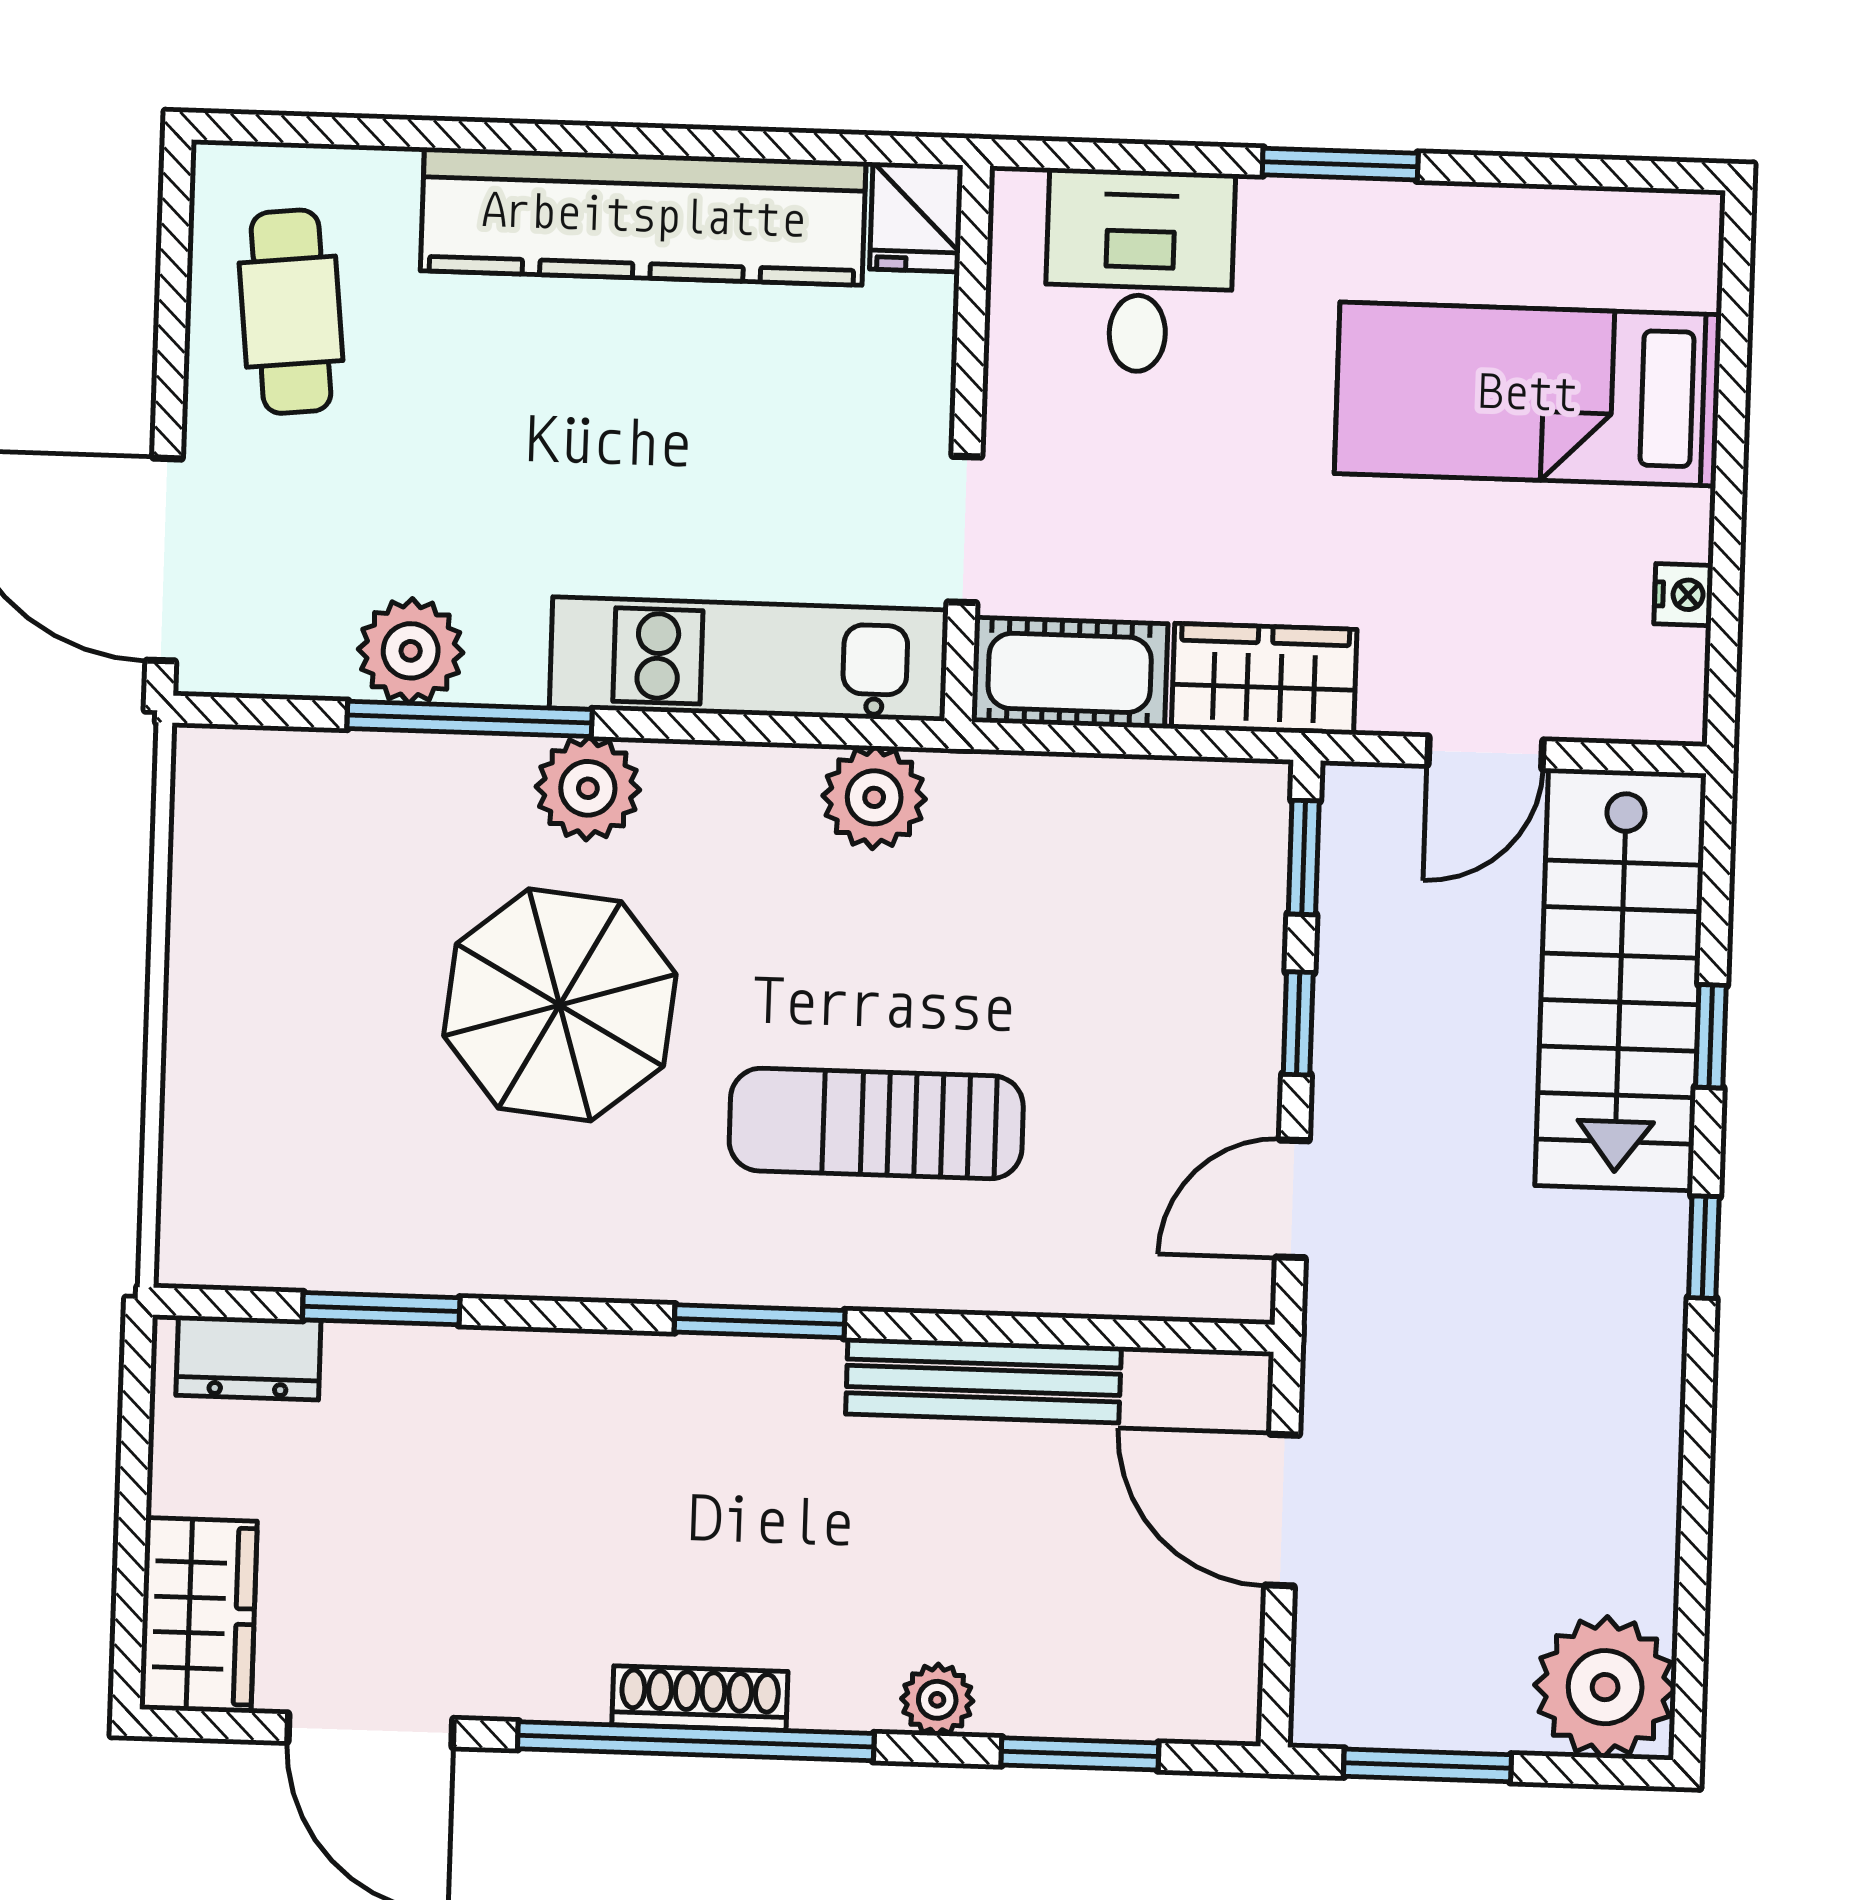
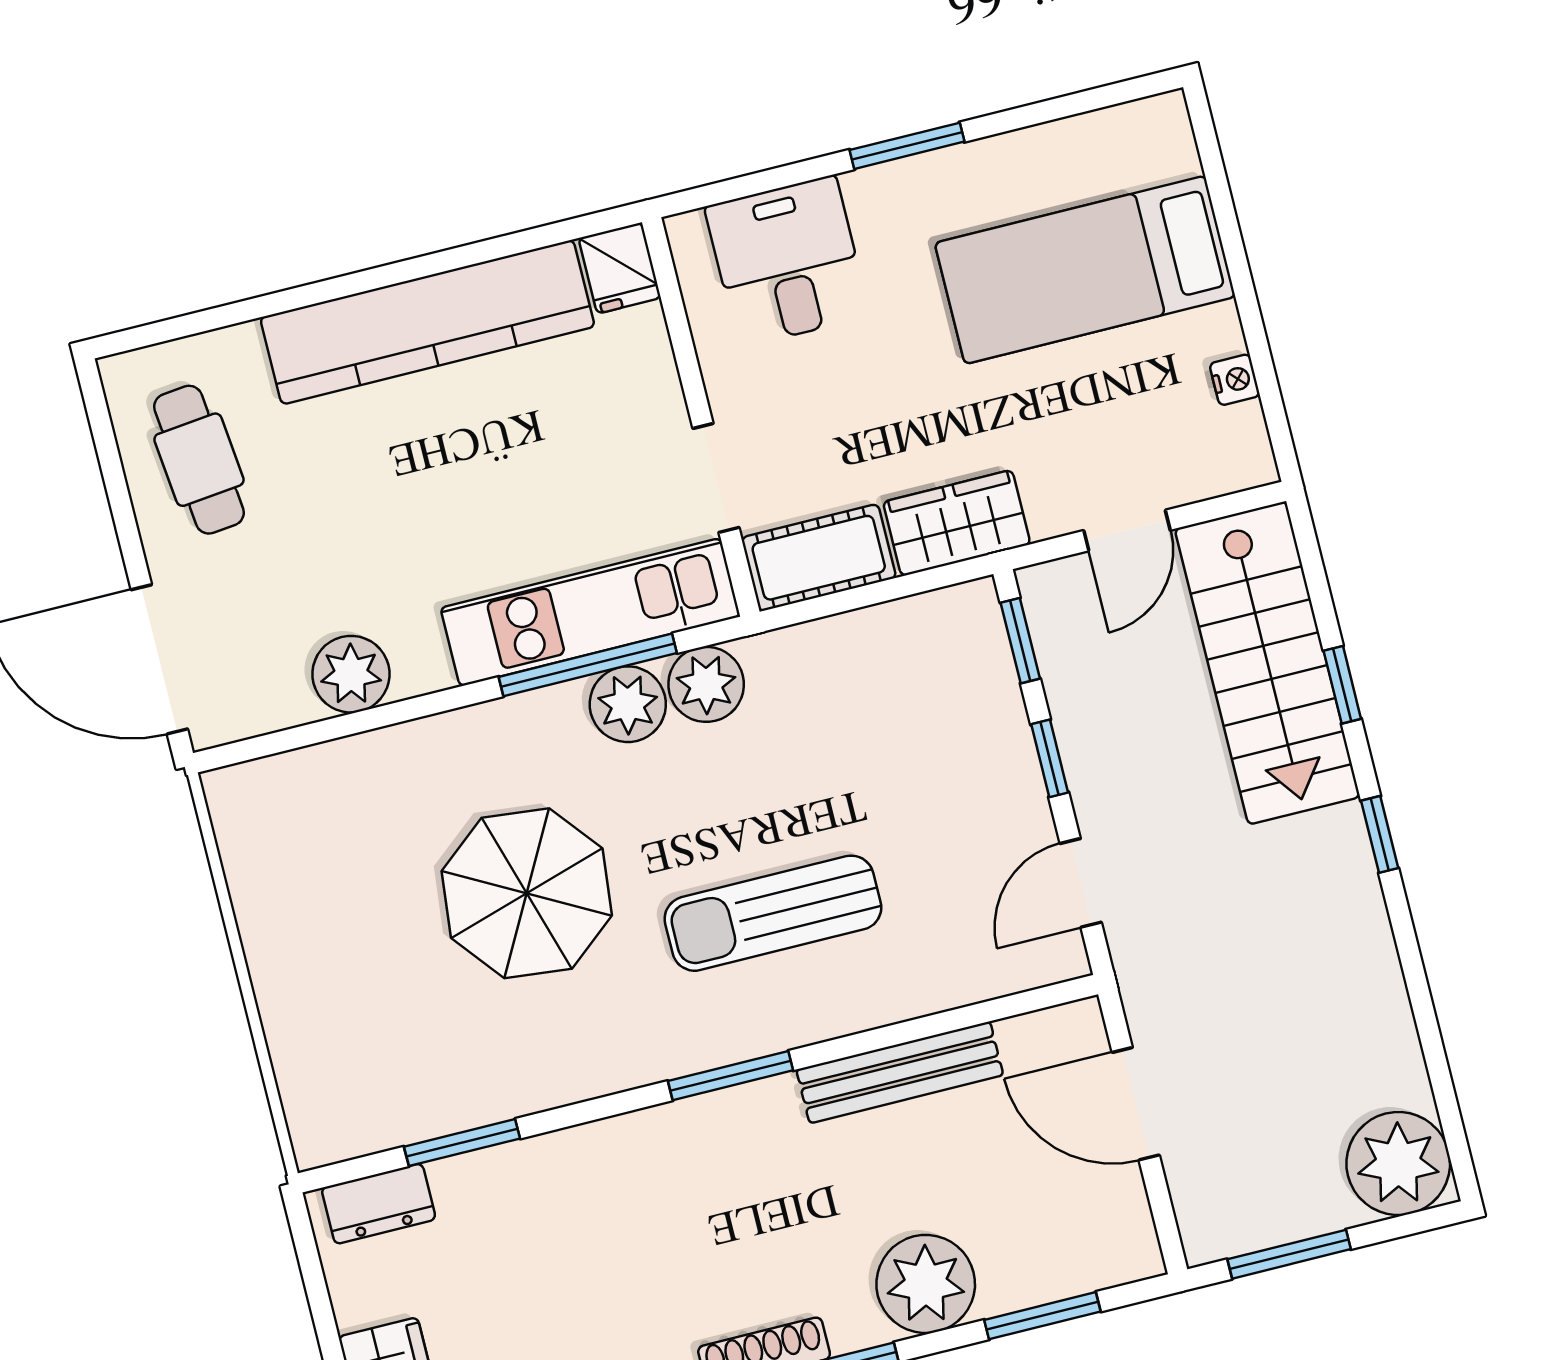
window: (470, 719) -> (588, 665), moved
plant: (588, 788) -> (628, 704), moved
plant: (937, 1700) -> (926, 1284), width x1.88, depth x1.88

